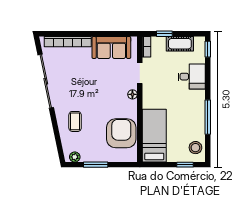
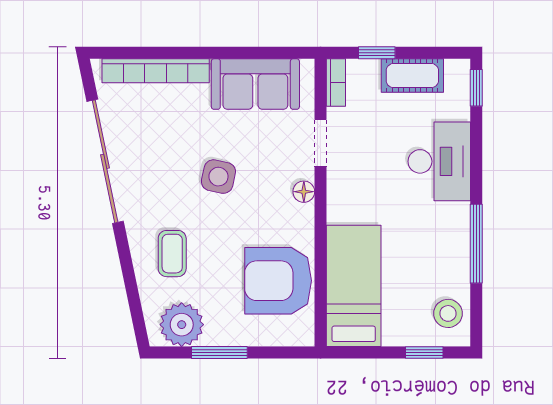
desk: (192, 77) -> (439, 161), width x1.37
side table: (95, 88) -> (218, 177), added
armchair: (121, 133) -> (278, 281), turned -90
plant: (75, 157) -> (182, 325), width x1.87, depth x1.87

